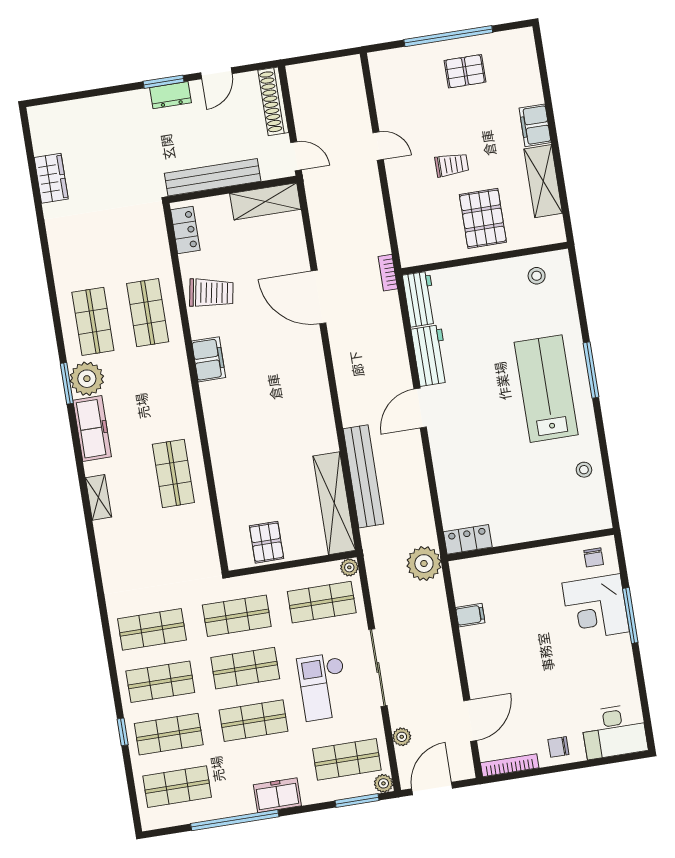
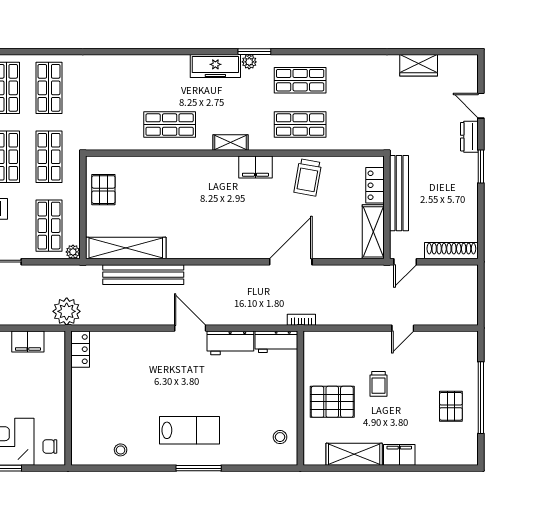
door: (216, 73) -> (481, 106), moved
dresser: (170, 95) -> (469, 137), moved
locker: (185, 230) -> (375, 185), moved, turned 90
plant: (87, 379) -> (249, 62), width x0.53, depth x0.53
lab bench: (546, 389) -> (190, 430), width x0.73, depth x0.72
shelving: (98, 497) -> (230, 142), moved
pallet: (267, 542) -> (103, 190), turned 90
filing cabinet: (470, 615) -> (28, 342), width x2.00

